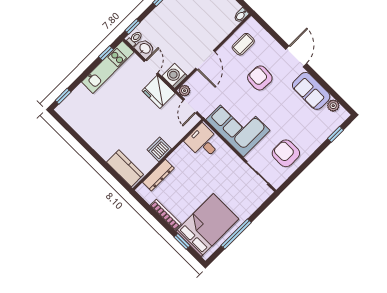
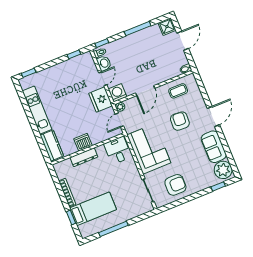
kitchen unit: (108, 67) -> (37, 110), moved, turned -90
plant: (333, 106) -> (223, 170), width x1.88, depth x1.88
armchair: (286, 153) -> (175, 185), turned 90
dresser: (158, 175) -> (84, 157), moved
bed: (207, 225) -> (93, 209), width x0.67

